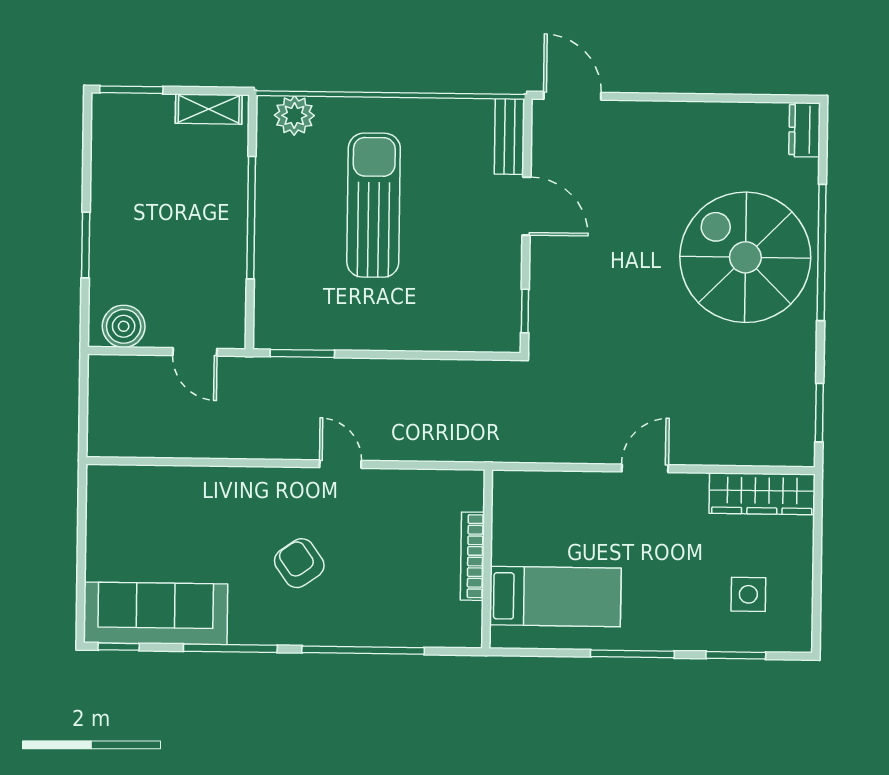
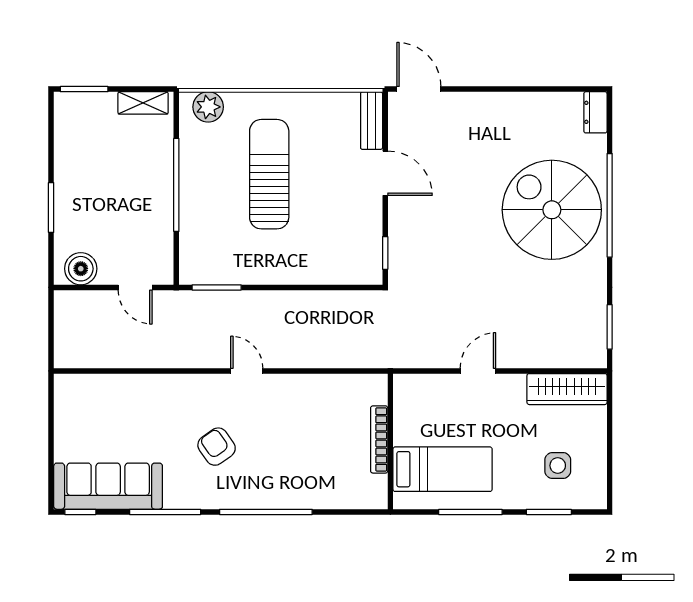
bookcase: (472, 556) -> (379, 439), moved
wall: (487, 559) -> (390, 441), moved
bed: (555, 597) -> (443, 469), moved

